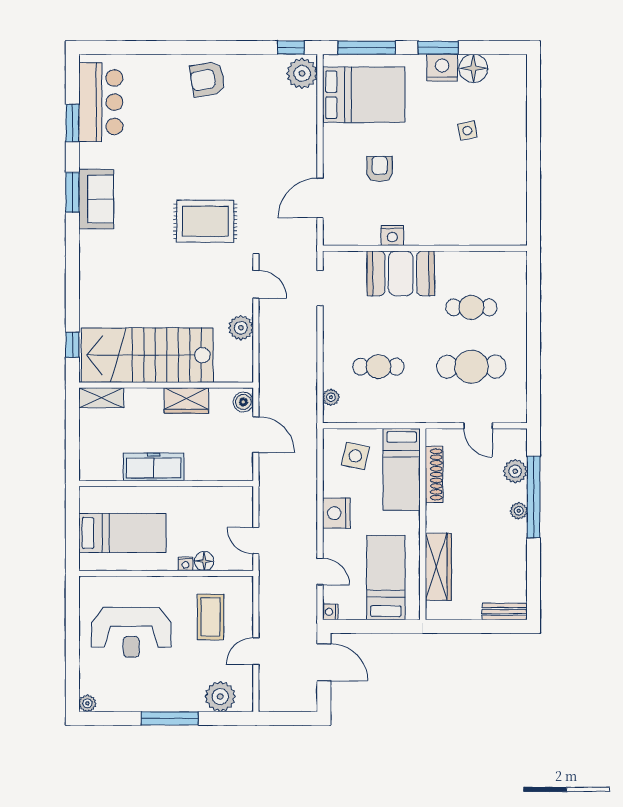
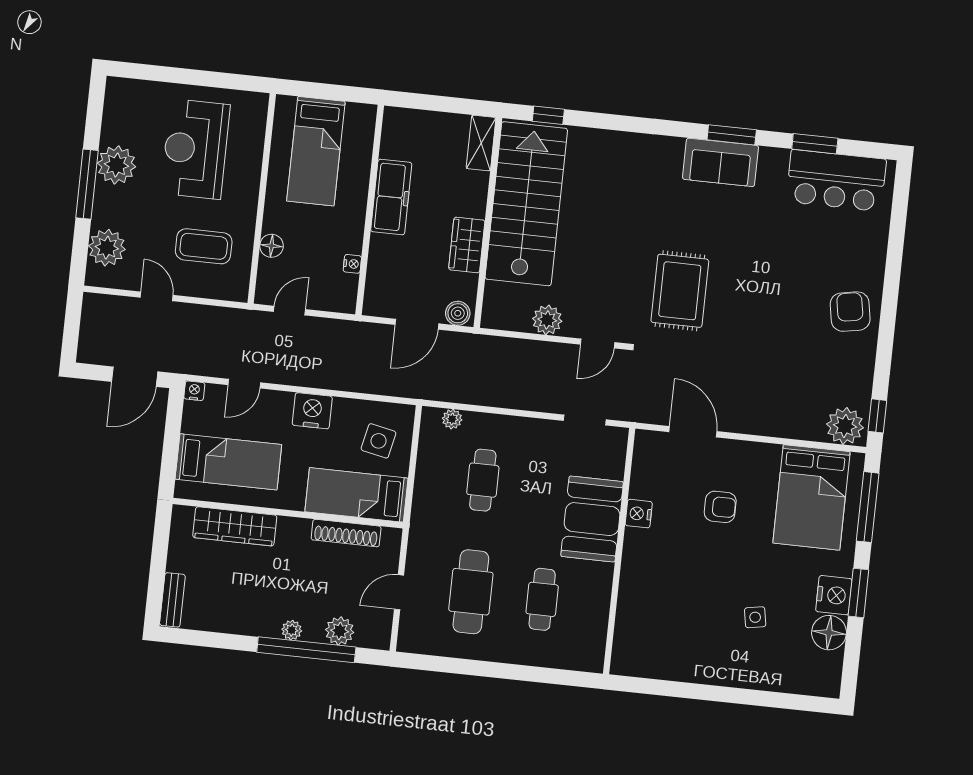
nightstand: (185, 564) -> (352, 264), moved, turned 180
plant: (87, 703) -> (116, 165), moved, width x1.88, depth x1.88

